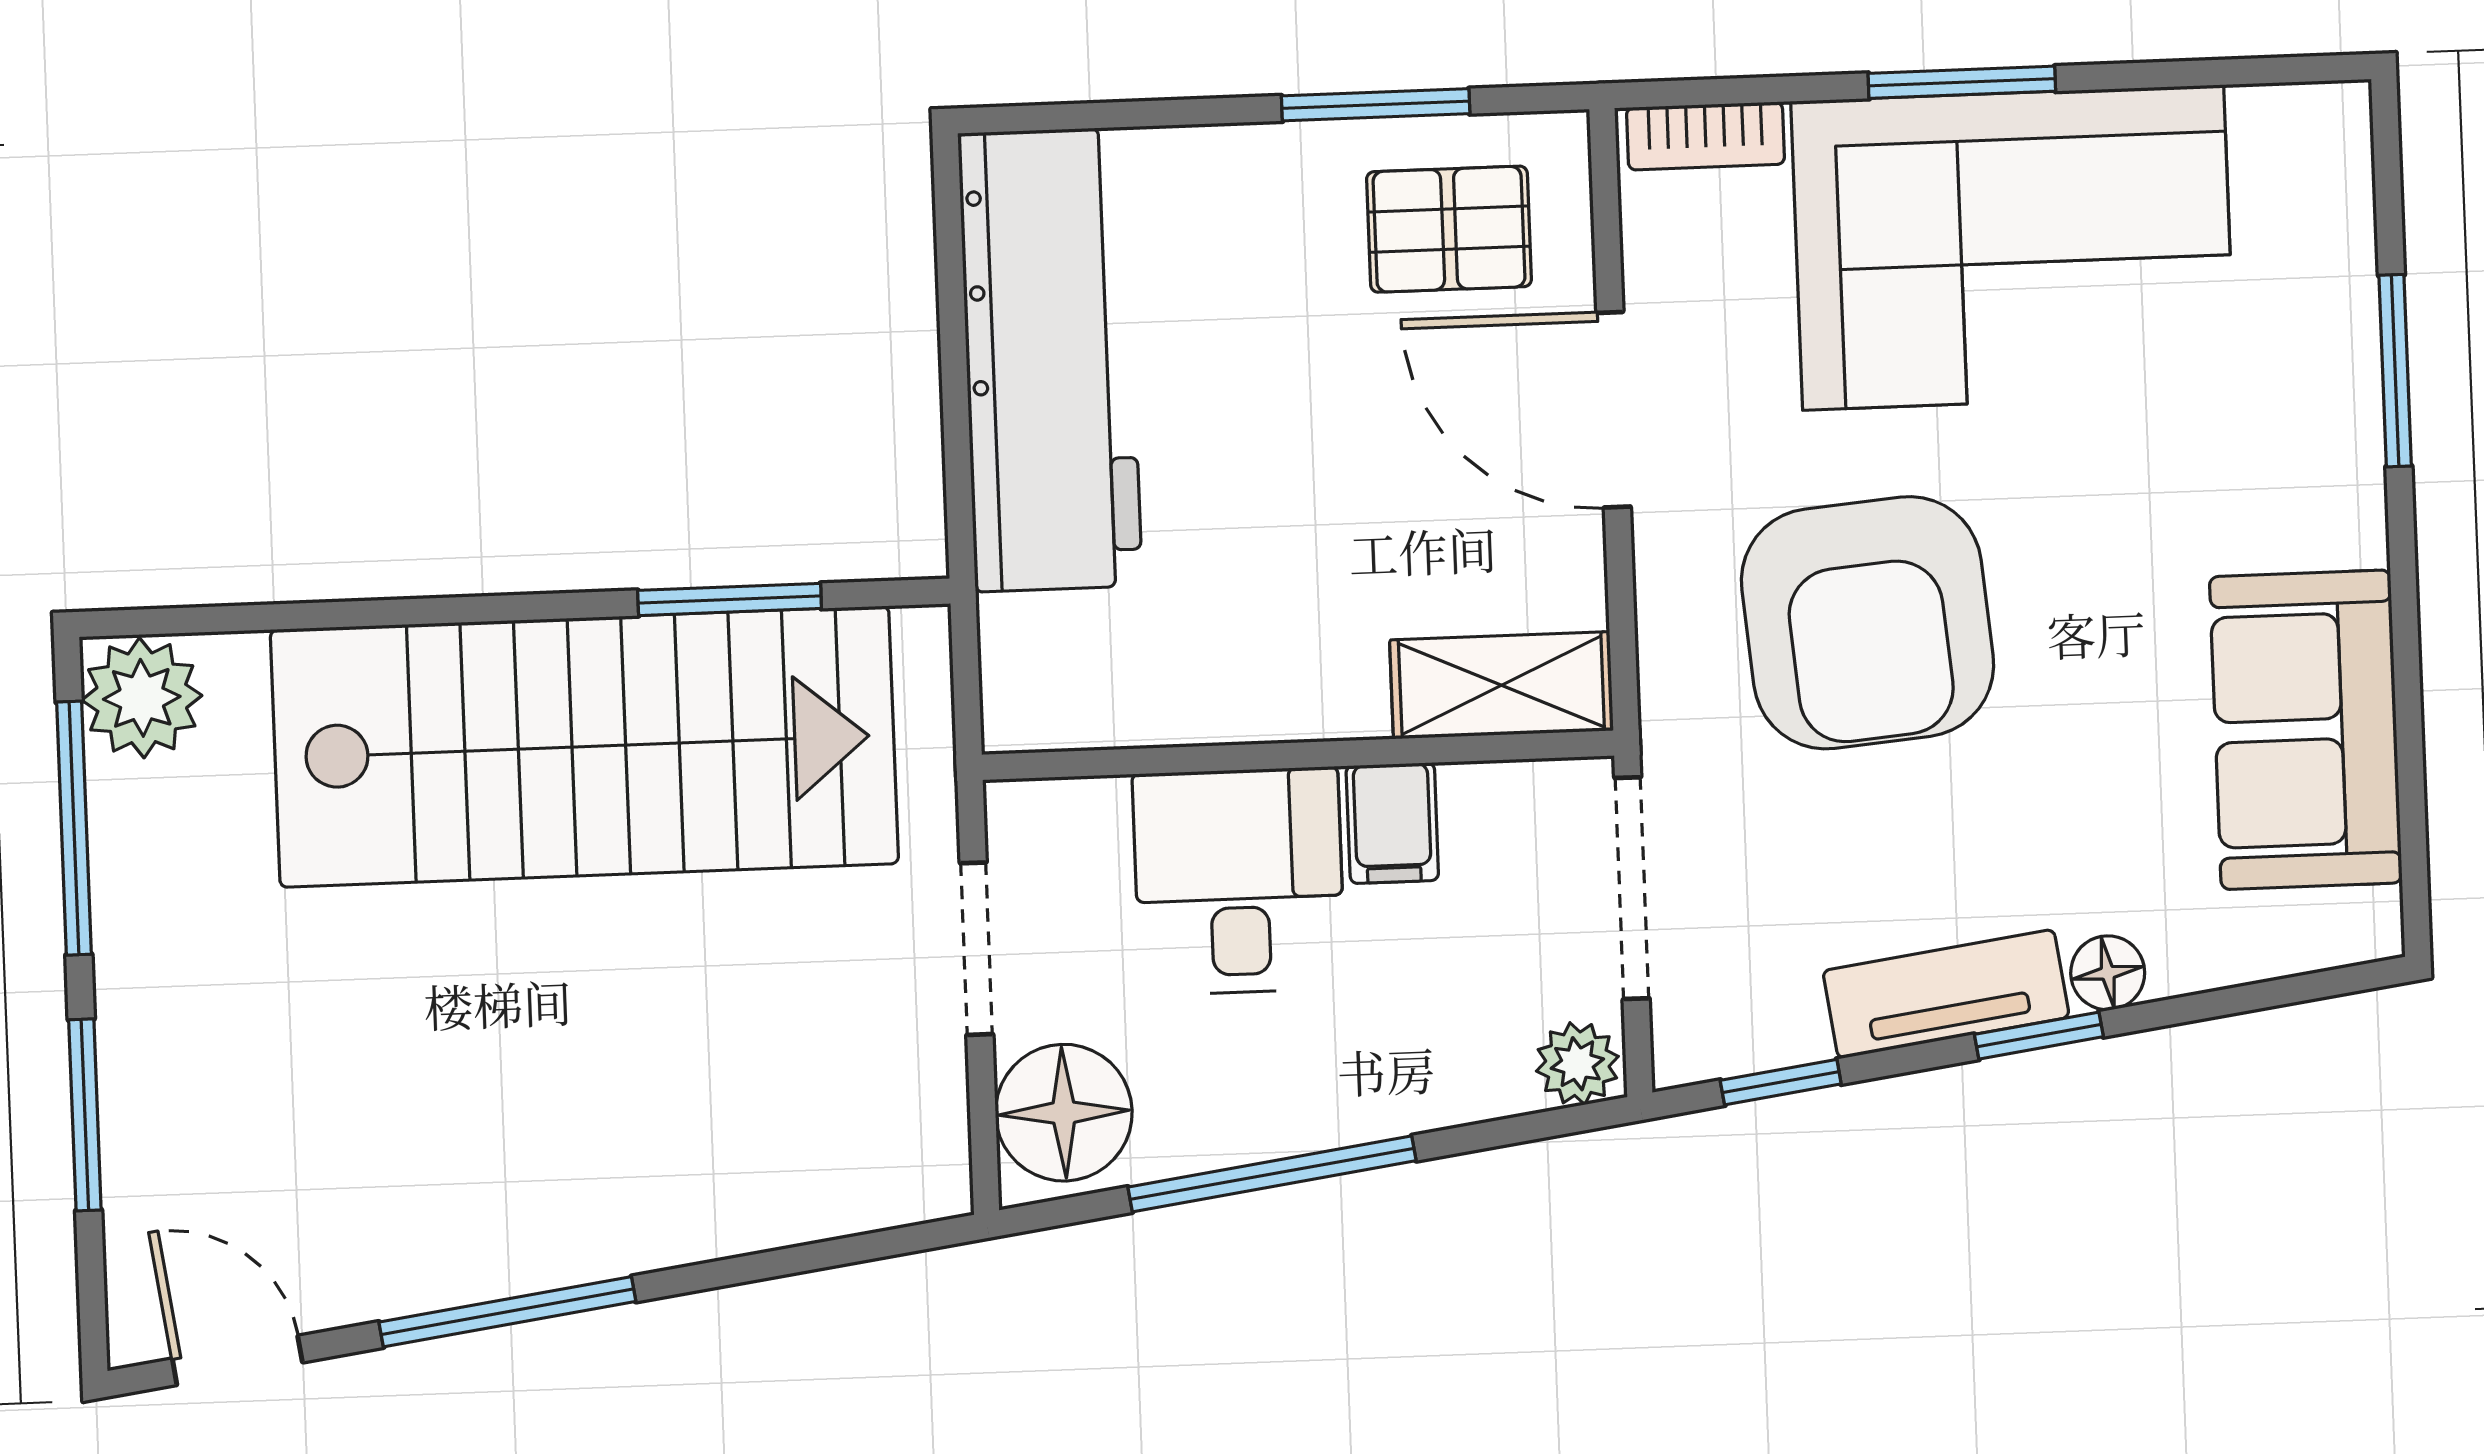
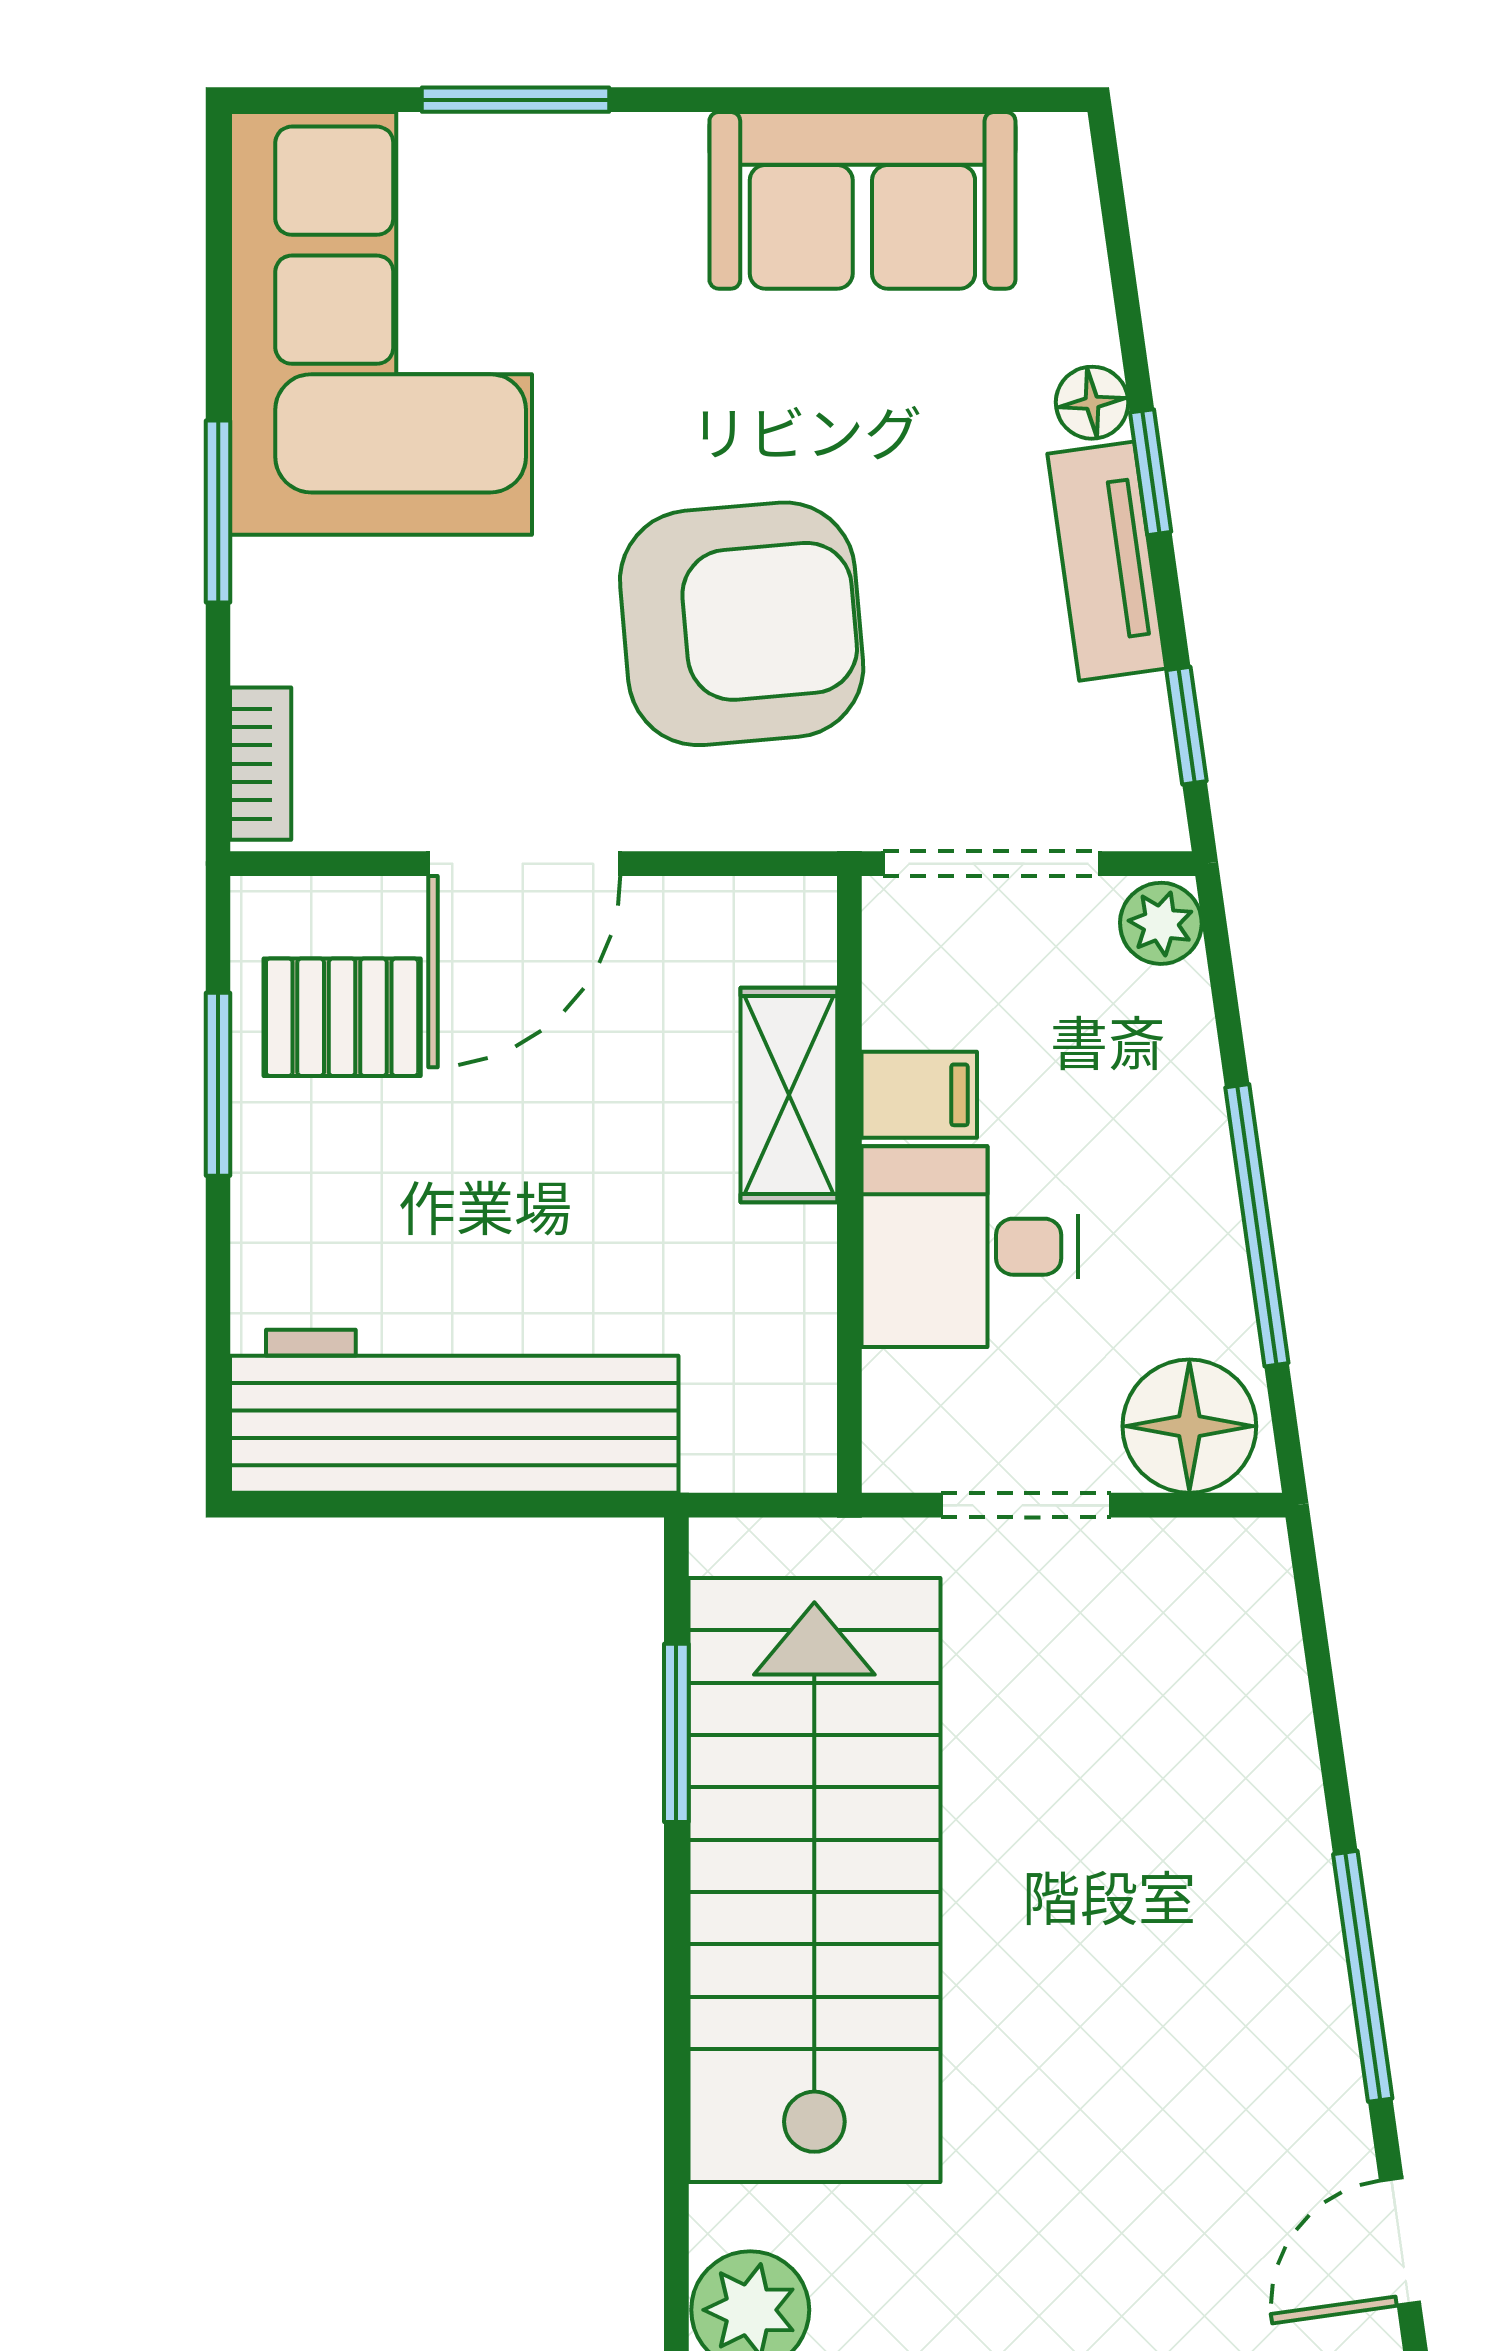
pallet: (1449, 229) -> (342, 1017), turned 90
corner sofa: (2013, 248) -> (381, 323), moved
shelving: (1501, 685) -> (789, 1095), moved

